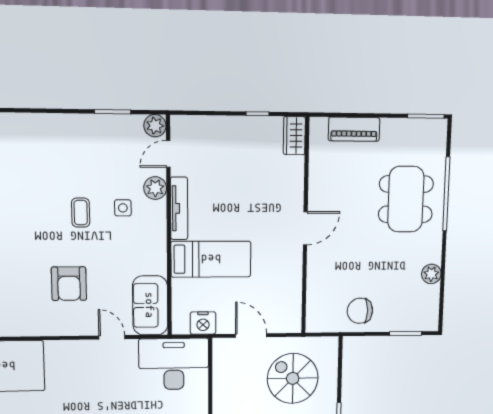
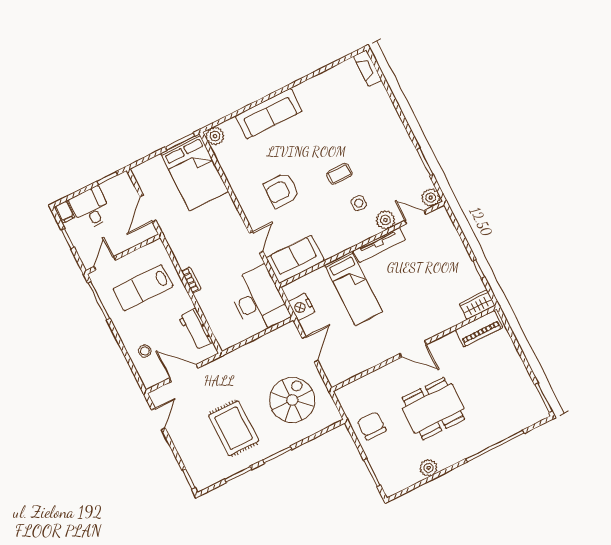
piano: (354, 129) -> (479, 329), moved, turned -90
dining table: (406, 199) -> (433, 408), moved

